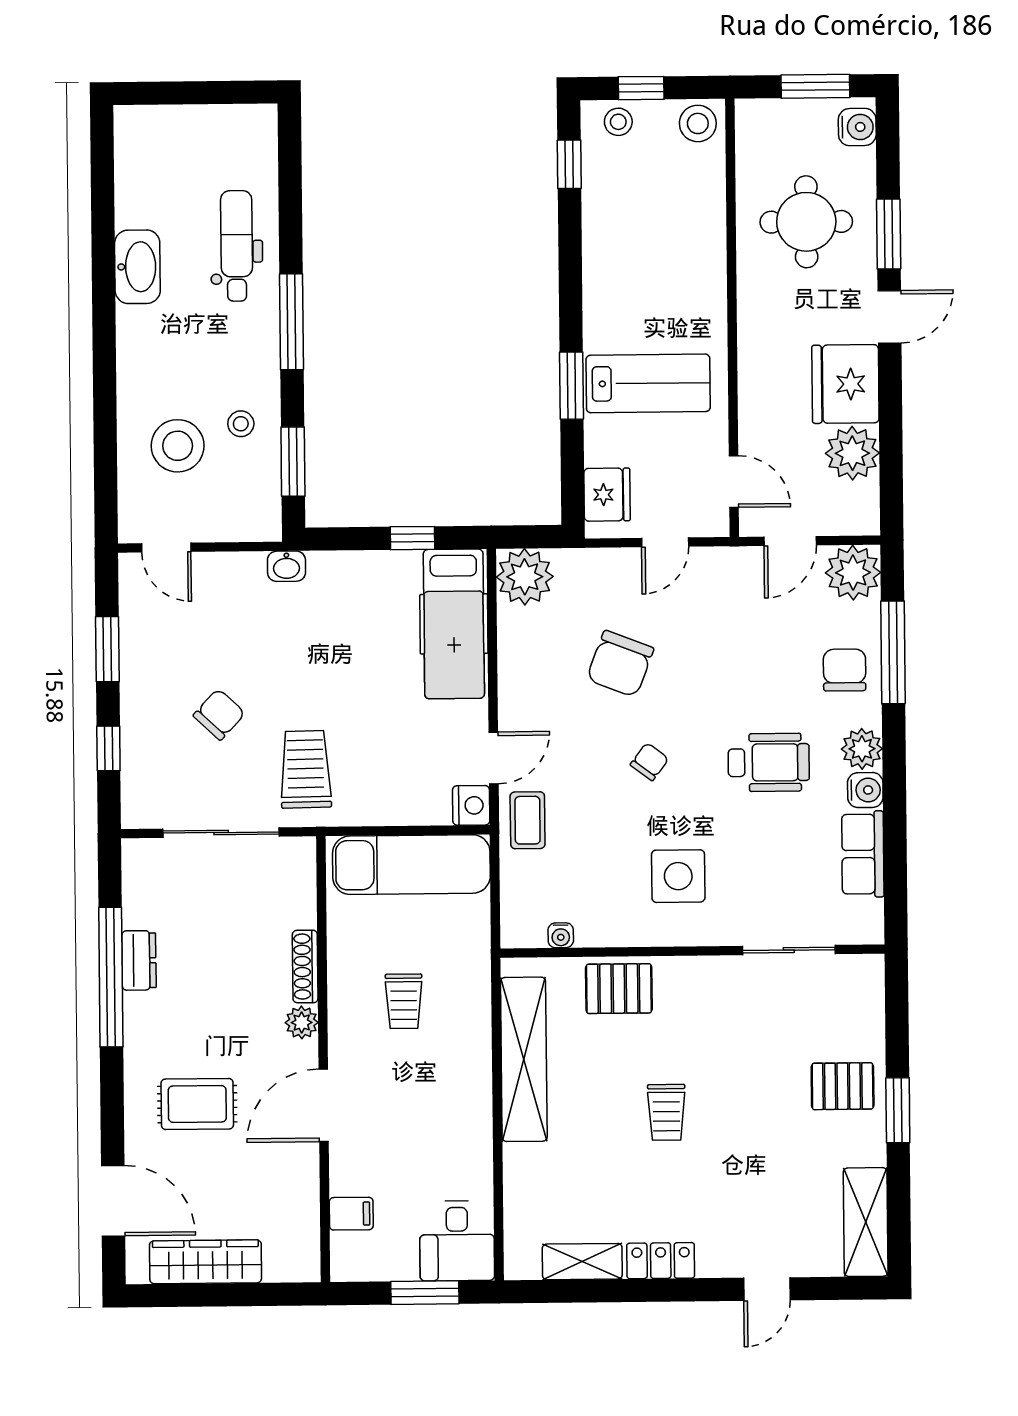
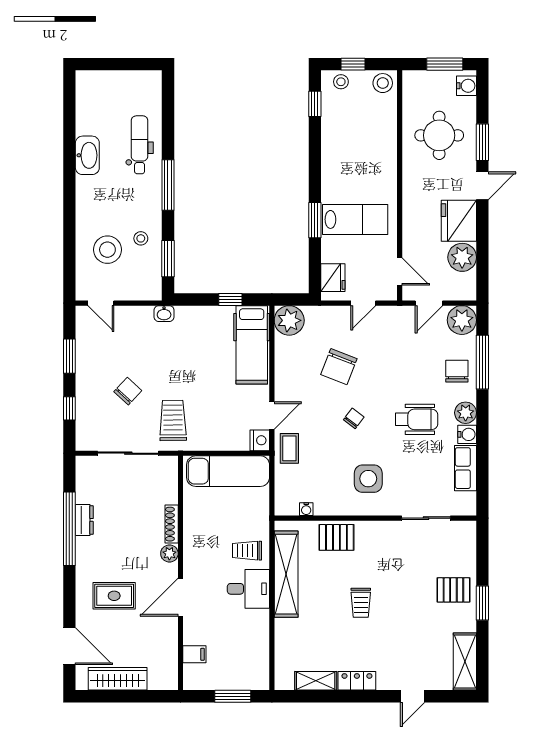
trolley: (404, 1001) -> (247, 551), moved, turned 90
desk: (457, 1241) -> (248, 589), moved, turned -90

